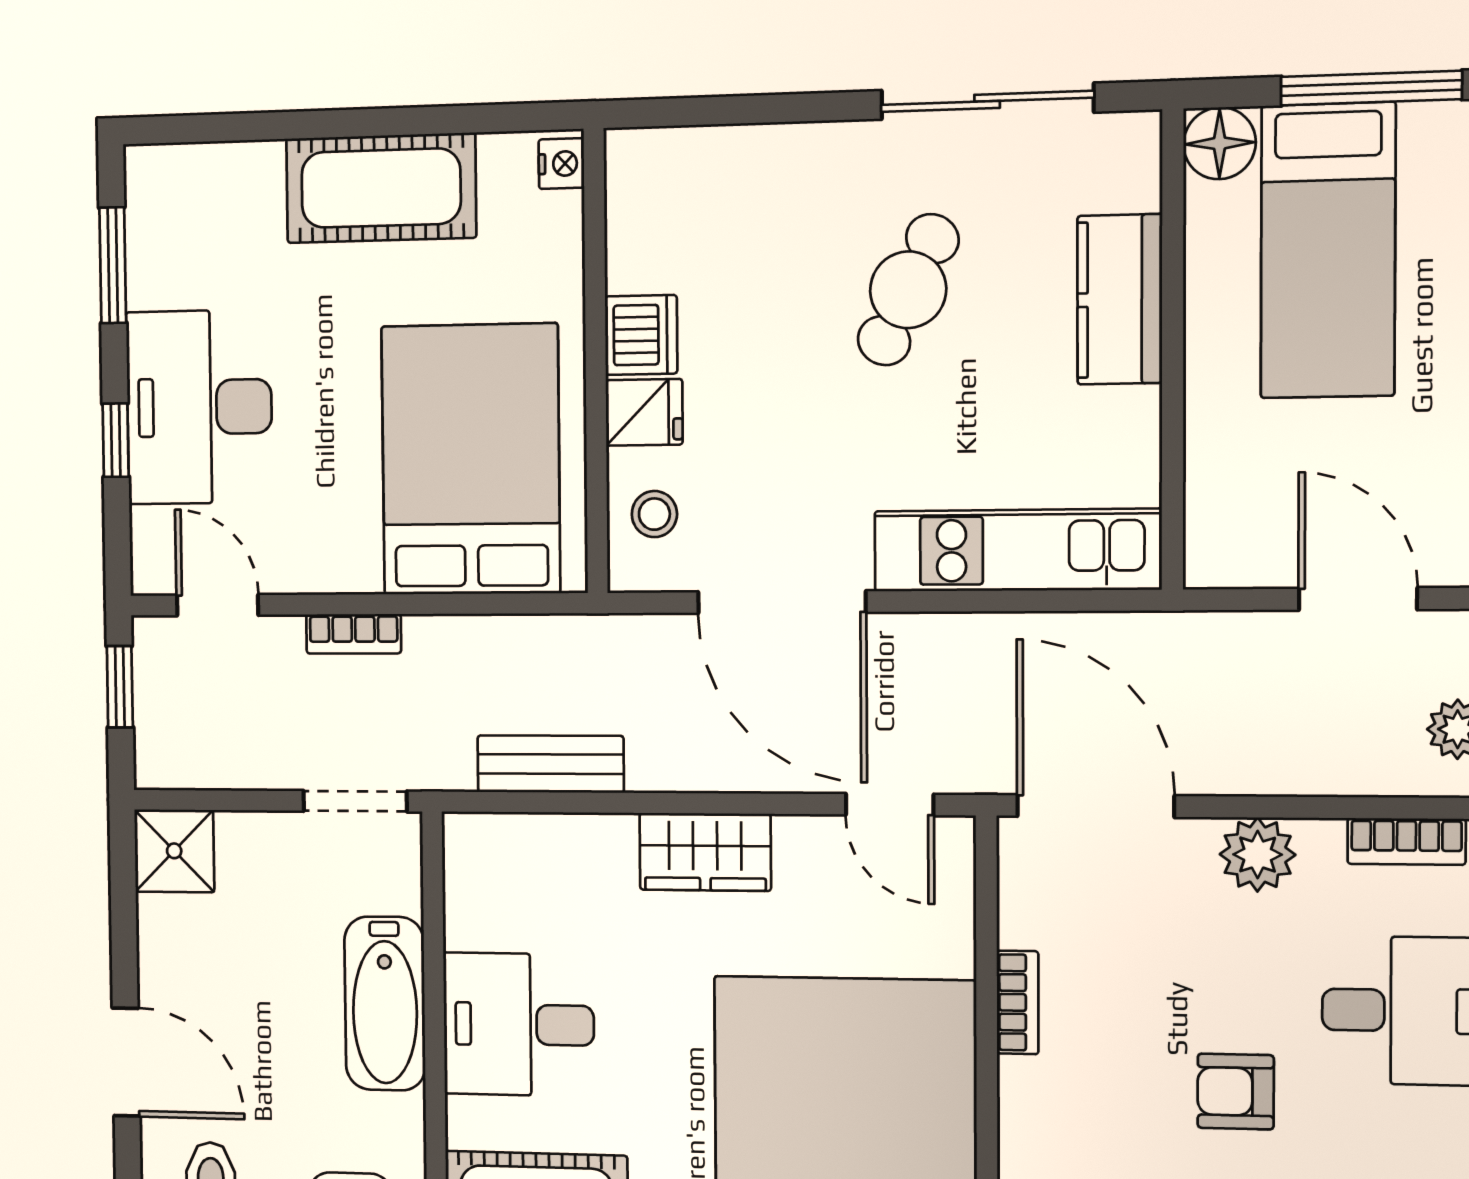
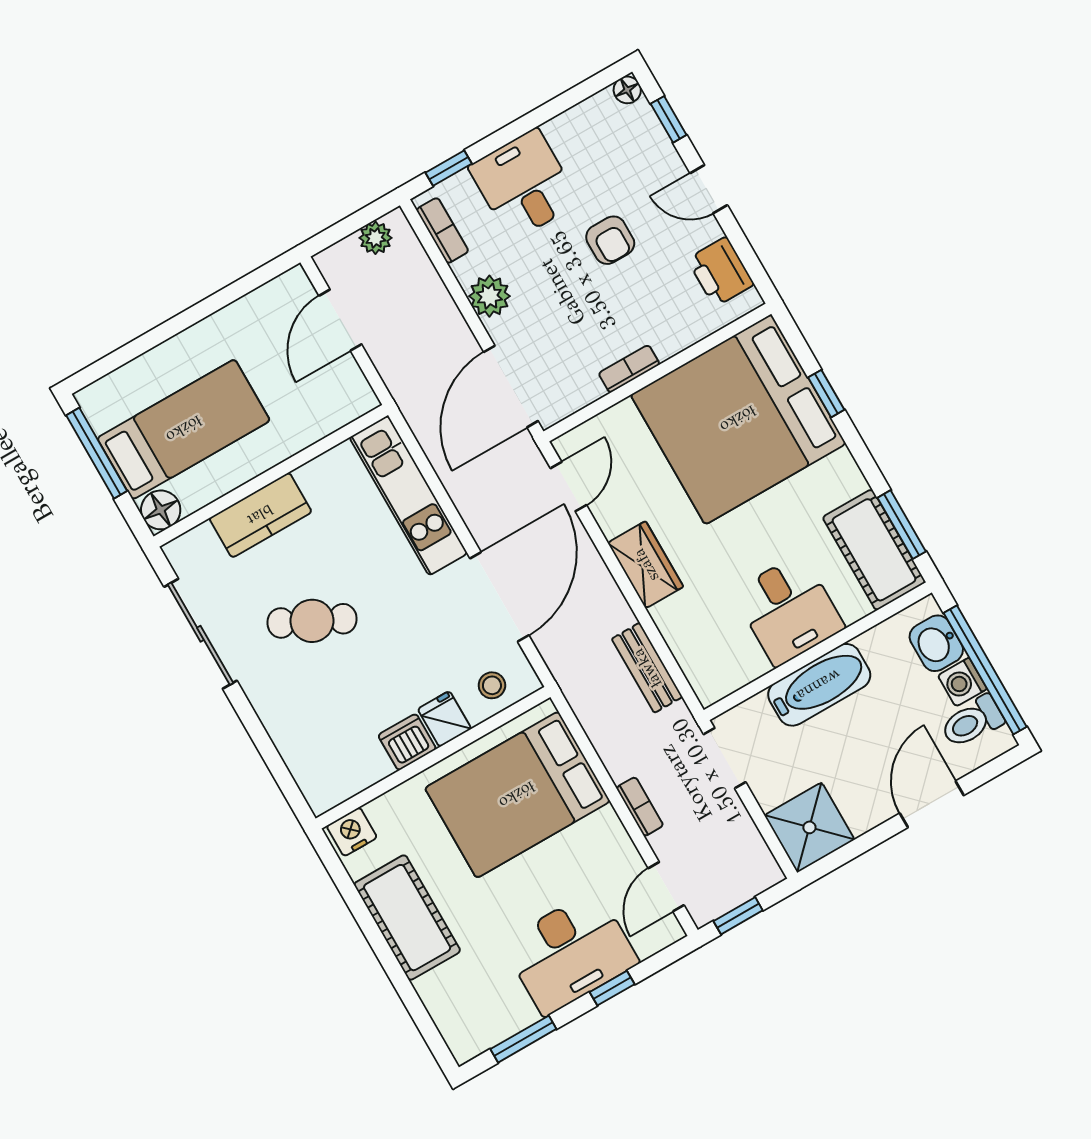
nightstand: (561, 164) -> (352, 832), width x1.39, depth x1.35
shower: (174, 851) -> (809, 827), width x1.36, depth x1.36

